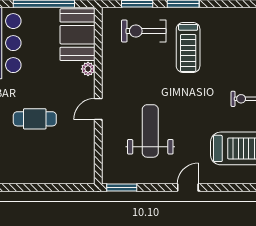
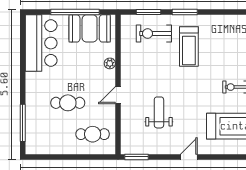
booth: (78, 35) -> (90, 28), moved, turned 90
weight bench: (150, 131) -> (159, 112), width x0.73, depth x0.75
cafe table: (66, 159) -> (93, 134), added

